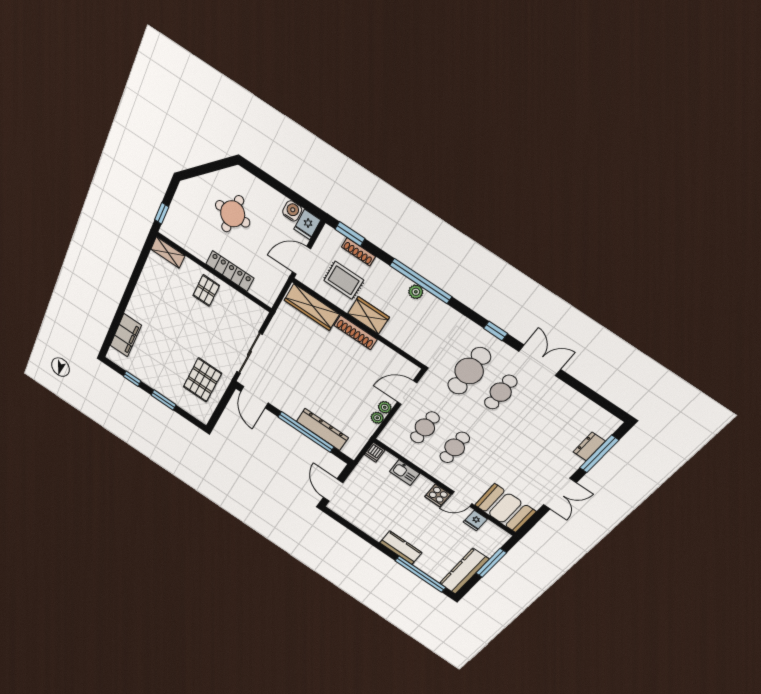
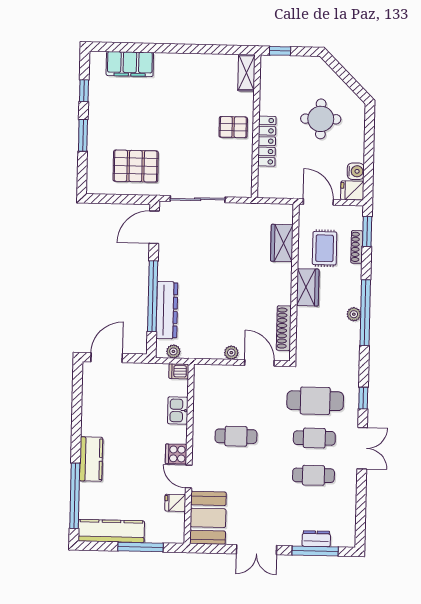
wardrobe: (312, 307) -> (282, 243), width x0.67
shoe rack: (356, 332) -> (284, 328), moved
plant: (377, 418) -> (173, 351), moved
cafe table: (425, 427) -> (313, 475), moved

